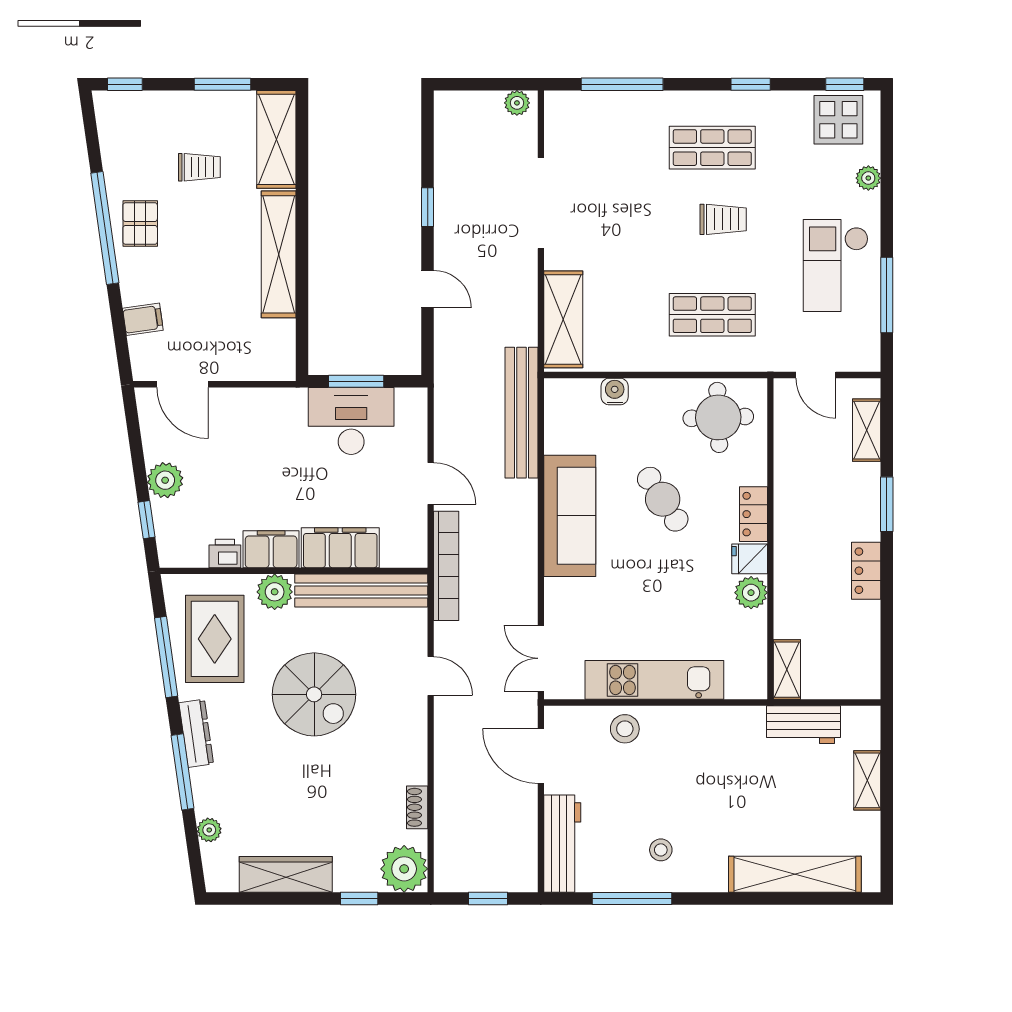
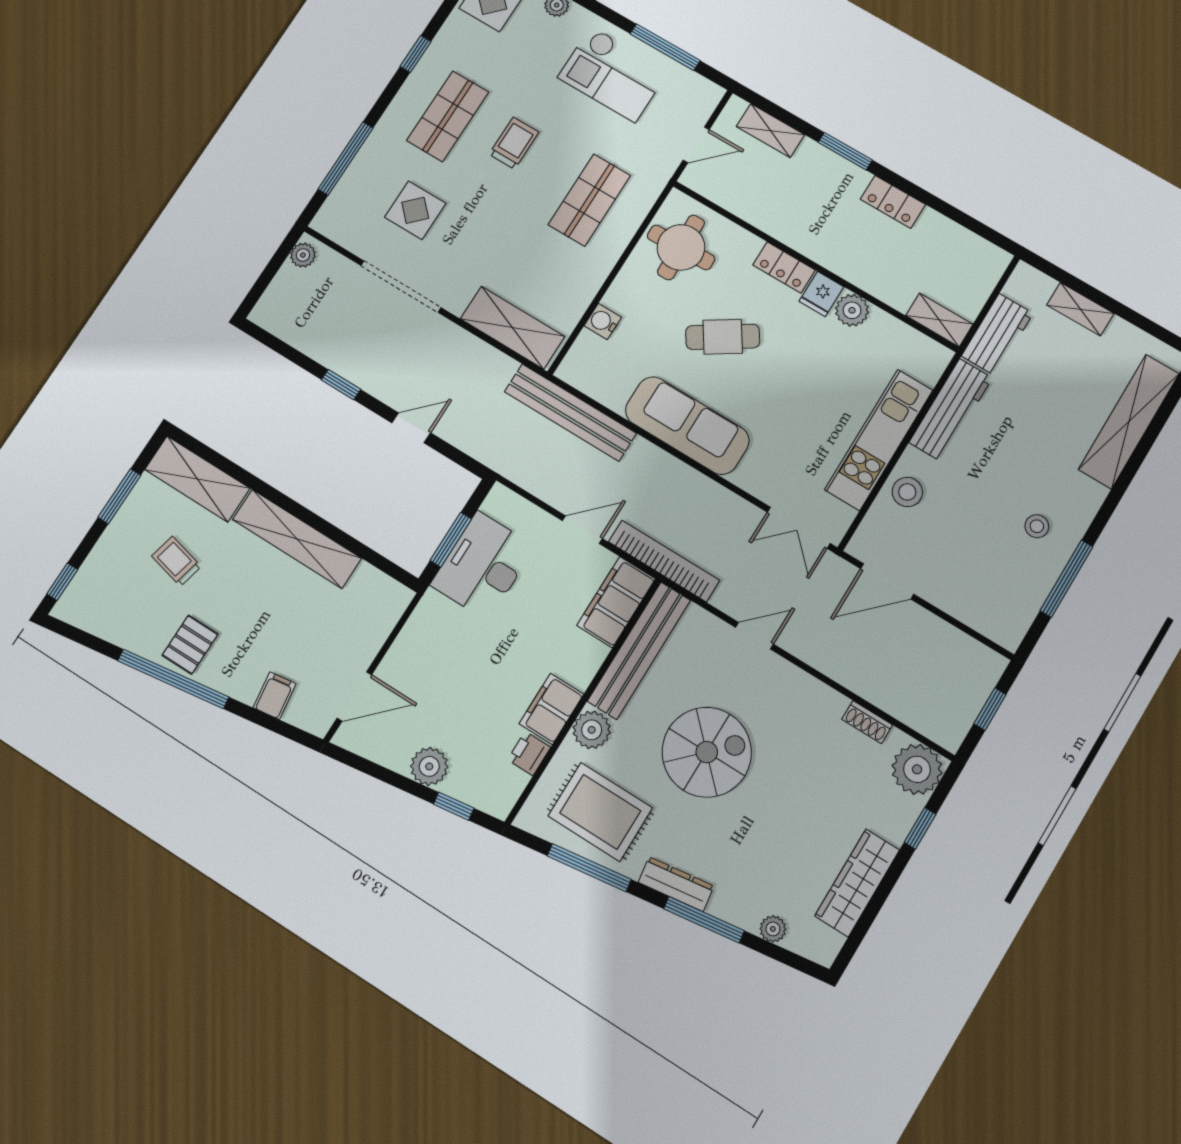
trolley: (199, 167) -> (176, 561), turned -77
display table: (614, 173) -> (415, 210), added
pallet: (140, 223) -> (190, 645), turned 90
filing cabinet: (340, 548) -> (616, 602), moved
workbench: (562, 844) -> (951, 410), moved, turned 90

